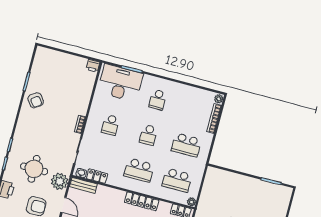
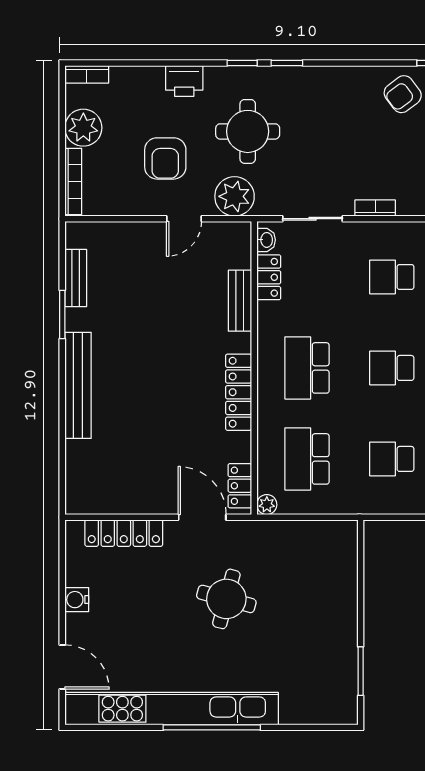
school desk: (186, 145) -> (392, 459), width x0.54
bench: (83, 185) -> (240, 301), moved

